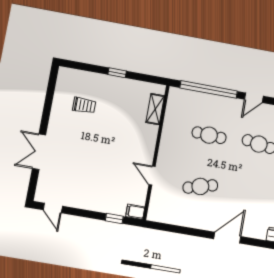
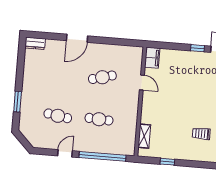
window: (117, 73) -> (167, 162), moved
filing cabinet: (135, 212) -> (152, 58), width x2.00
window: (114, 218) -> (197, 48), moved

